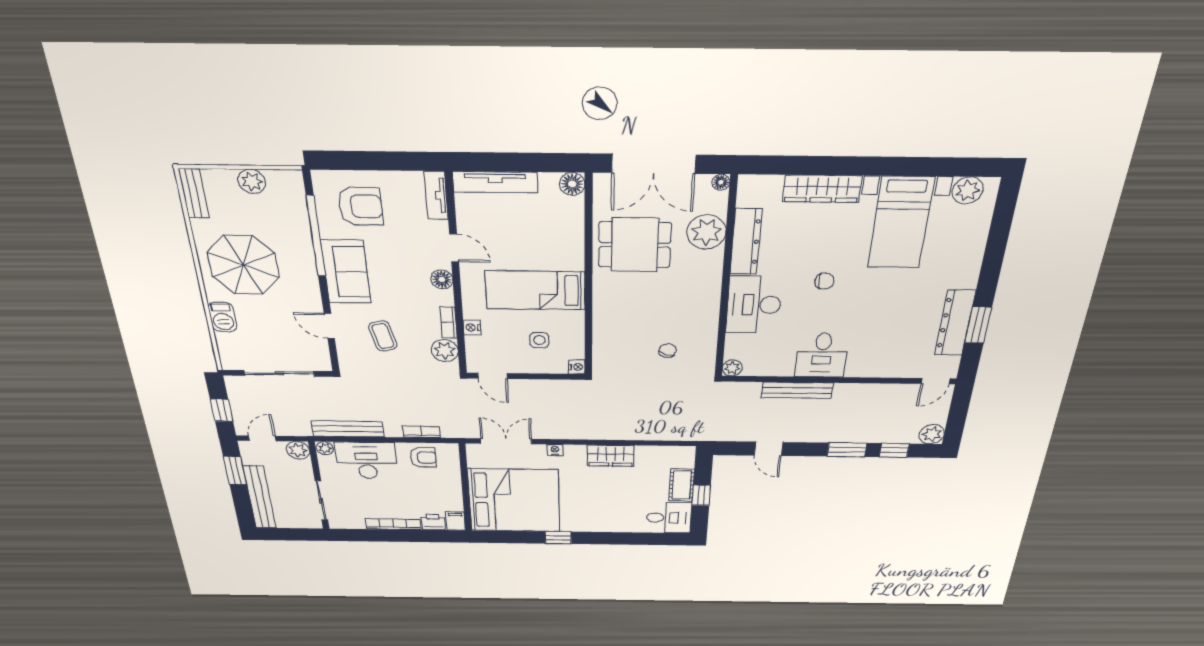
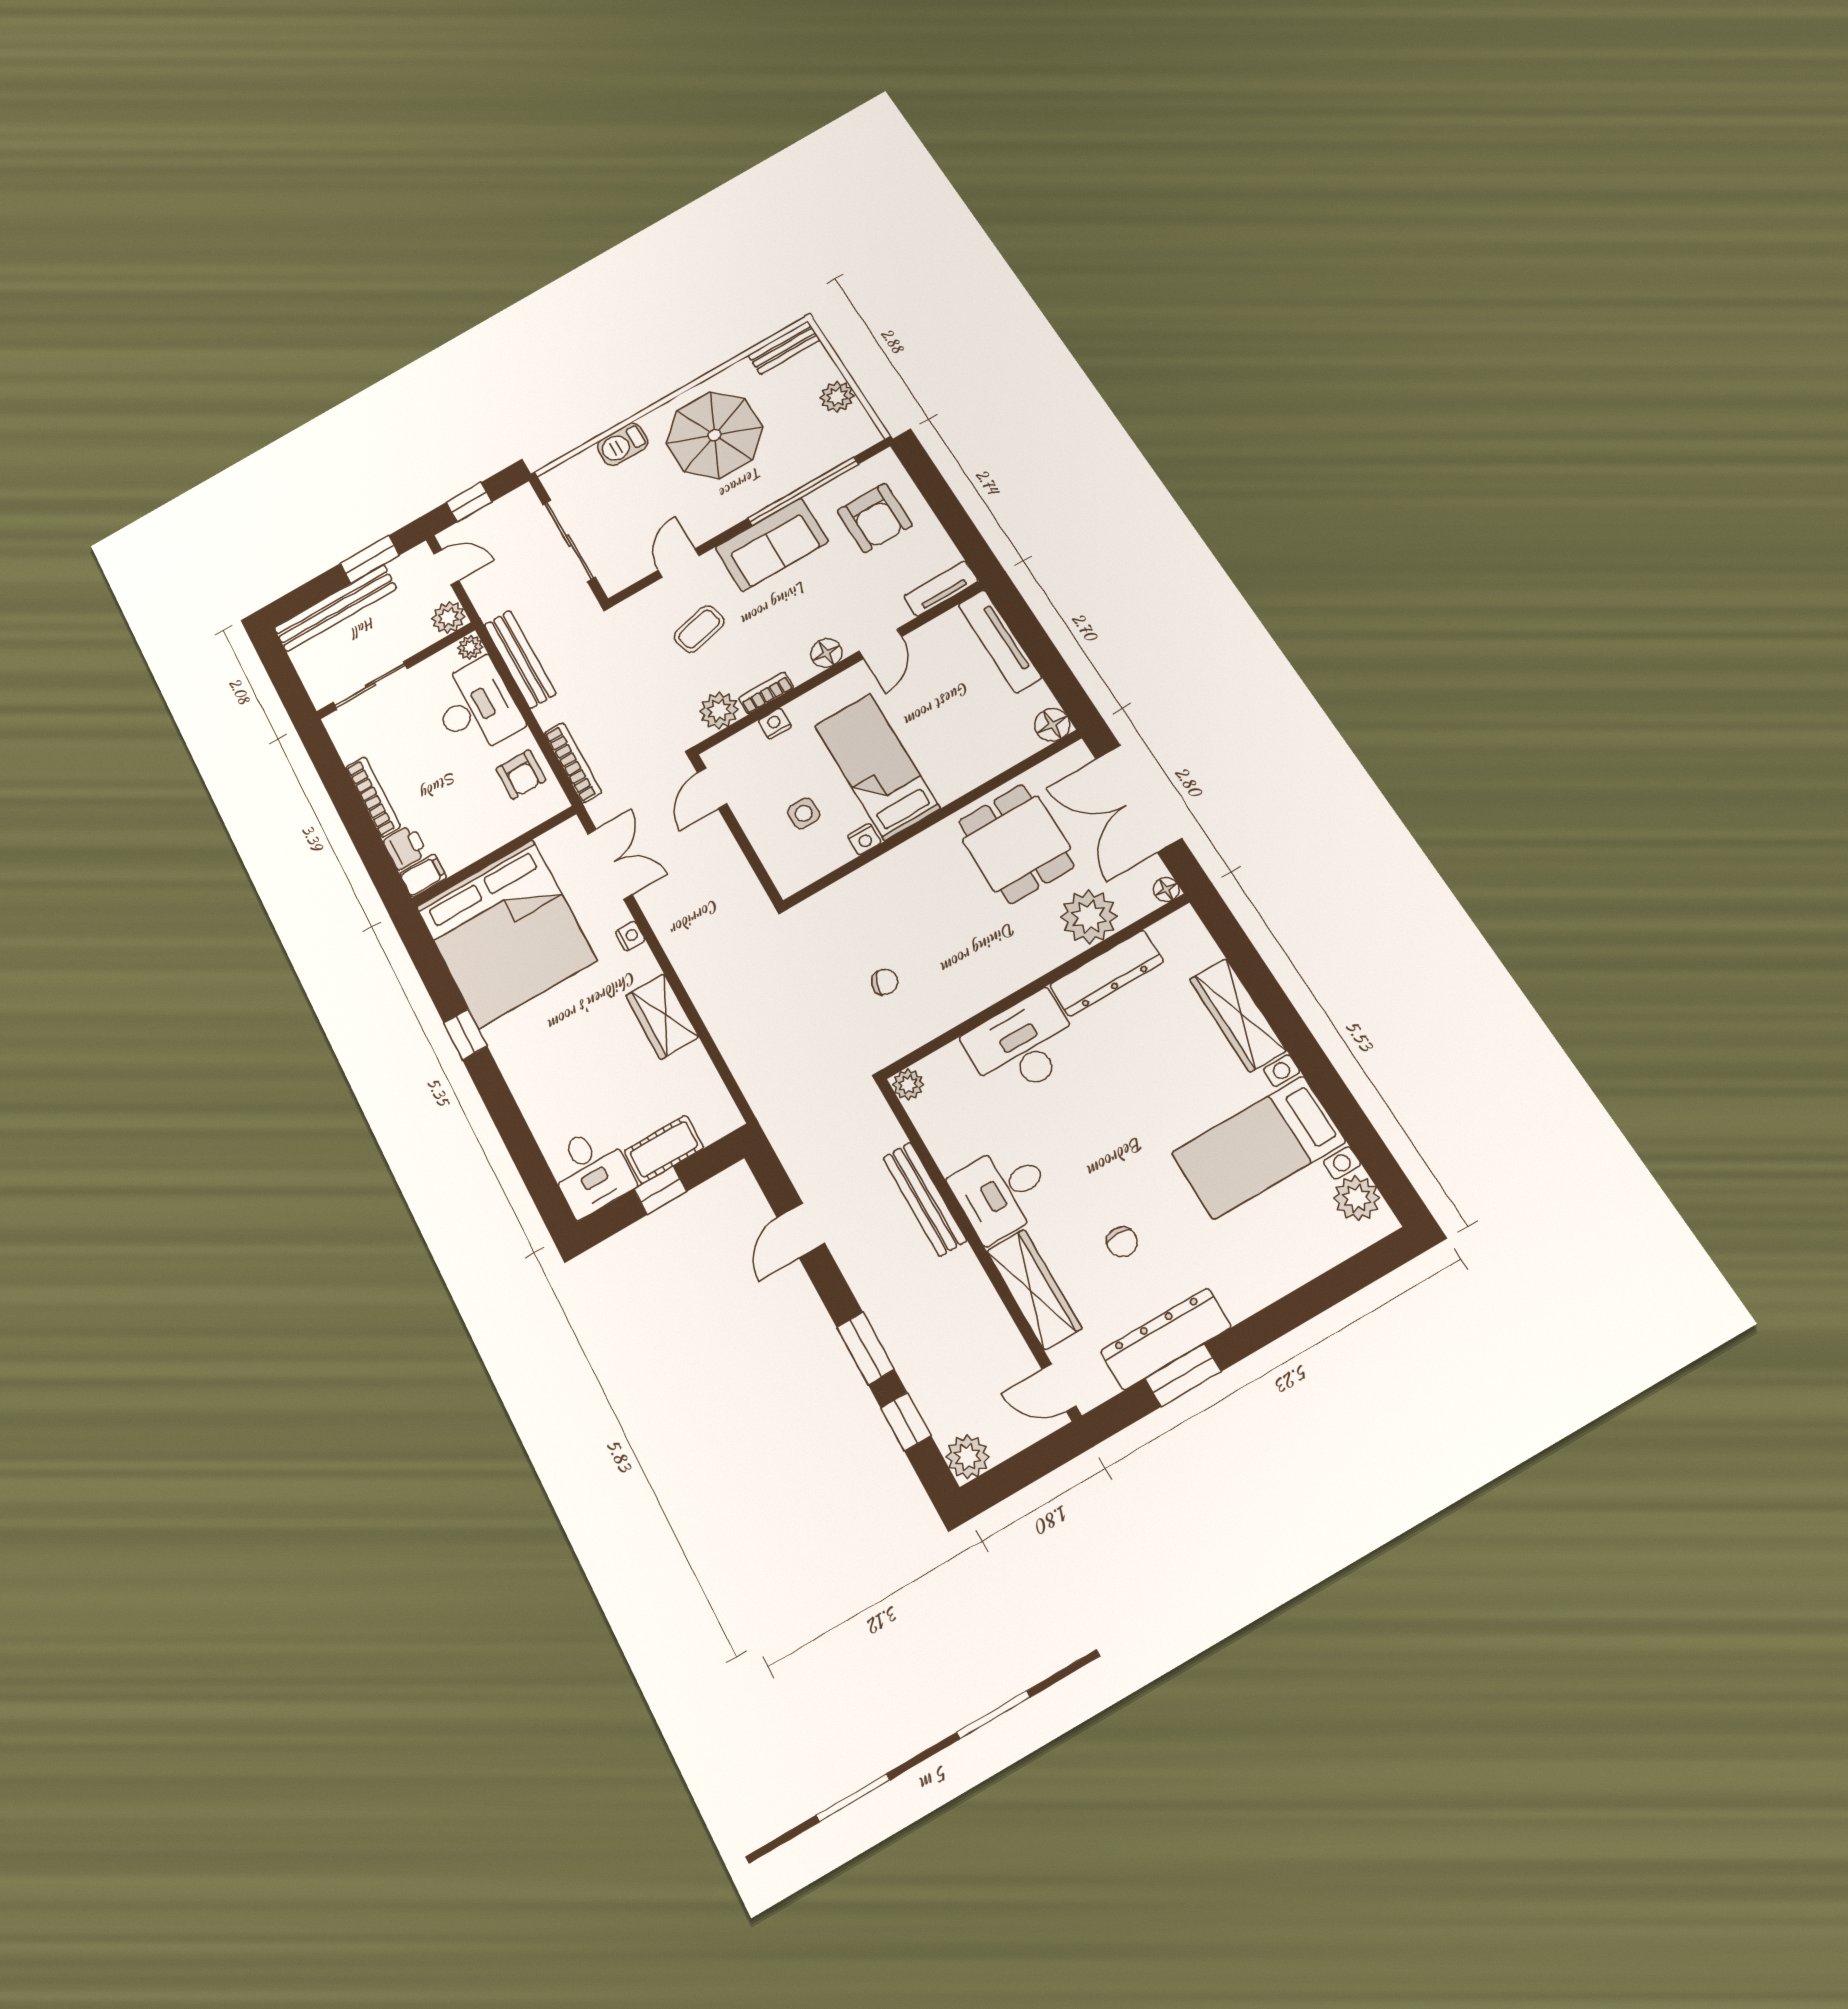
chair: (824, 281) -> (1122, 1242), moved
nightstand: (577, 367) -> (864, 839), moved
wardrobe: (881, 367) -> (1034, 1289), added
bookcase: (421, 432) -> (573, 763), width x1.56

